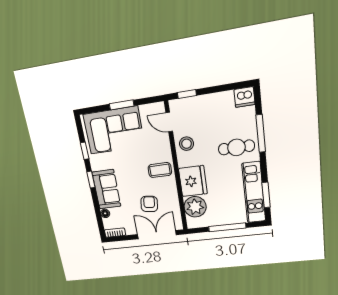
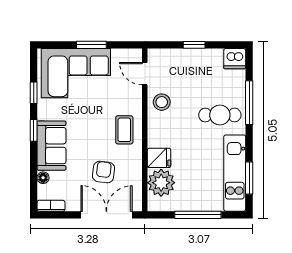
window: (187, 94) -> (194, 45), moved
coffee table: (160, 170) -> (124, 130), turned 90
fridge: (193, 181) -> (159, 158), width x0.53, depth x0.75

